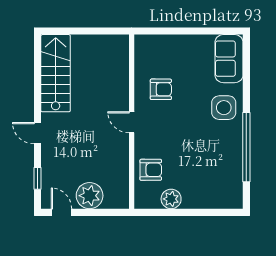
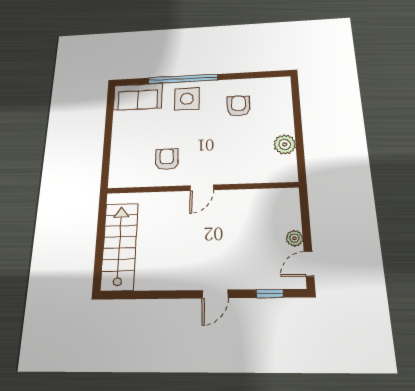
stairs: (56, 73) -> (119, 246), moved, turned 90
window: (246, 147) -> (183, 79), moved
armchair: (151, 170) -> (238, 106), moved
plant: (90, 196) -> (294, 238), width x0.53, depth x0.53

